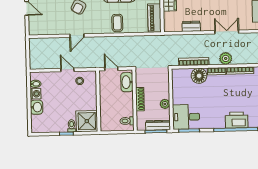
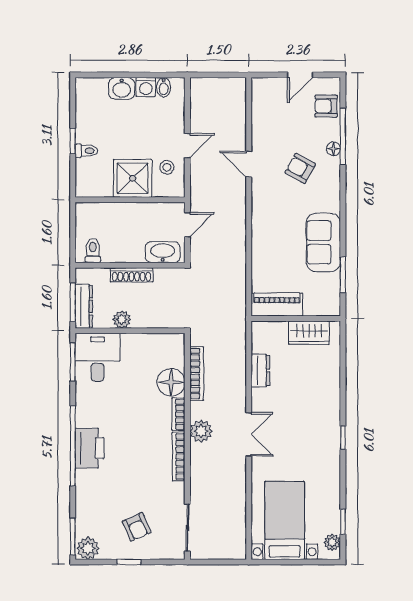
coffee table: (117, 23) -> (270, 237), removed
shower: (87, 121) -> (133, 178), moved

